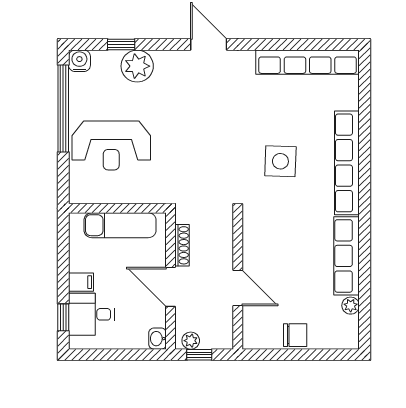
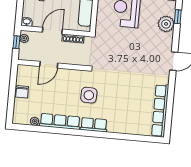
side table: (280, 161) -> (89, 95), moved
row of seats: (347, 163) -> (94, 125), width x0.50

